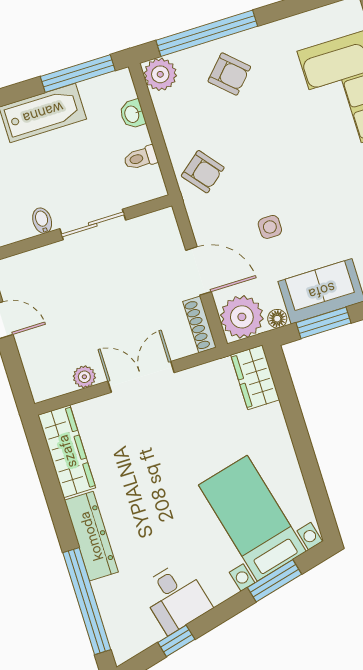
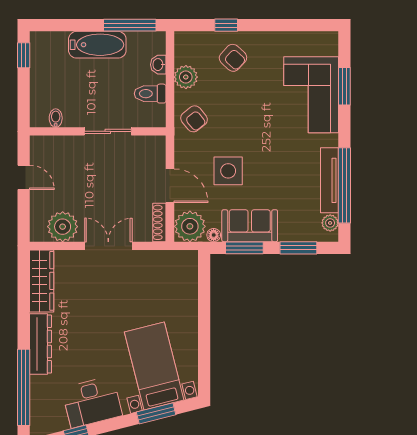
window: (207, 33) -> (226, 25), width x0.32
plant: (160, 74) -> (186, 77), moved
toilet: (141, 158) -> (150, 94), width x1.37, depth x1.39
bidet: (42, 221) -> (56, 118), moved
side table: (270, 227) -> (228, 171), width x1.87, depth x1.87
plant: (84, 377) -> (63, 227), width x1.88, depth x1.88
wardrobe: (255, 377) -> (186, 270), removed
desk: (176, 597) -> (92, 402), width x1.37

